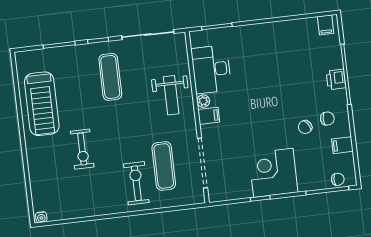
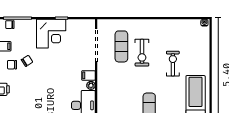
weight bench: (171, 95) -> (111, 92), removed
exercise bike: (136, 183) -> (142, 53), moved

